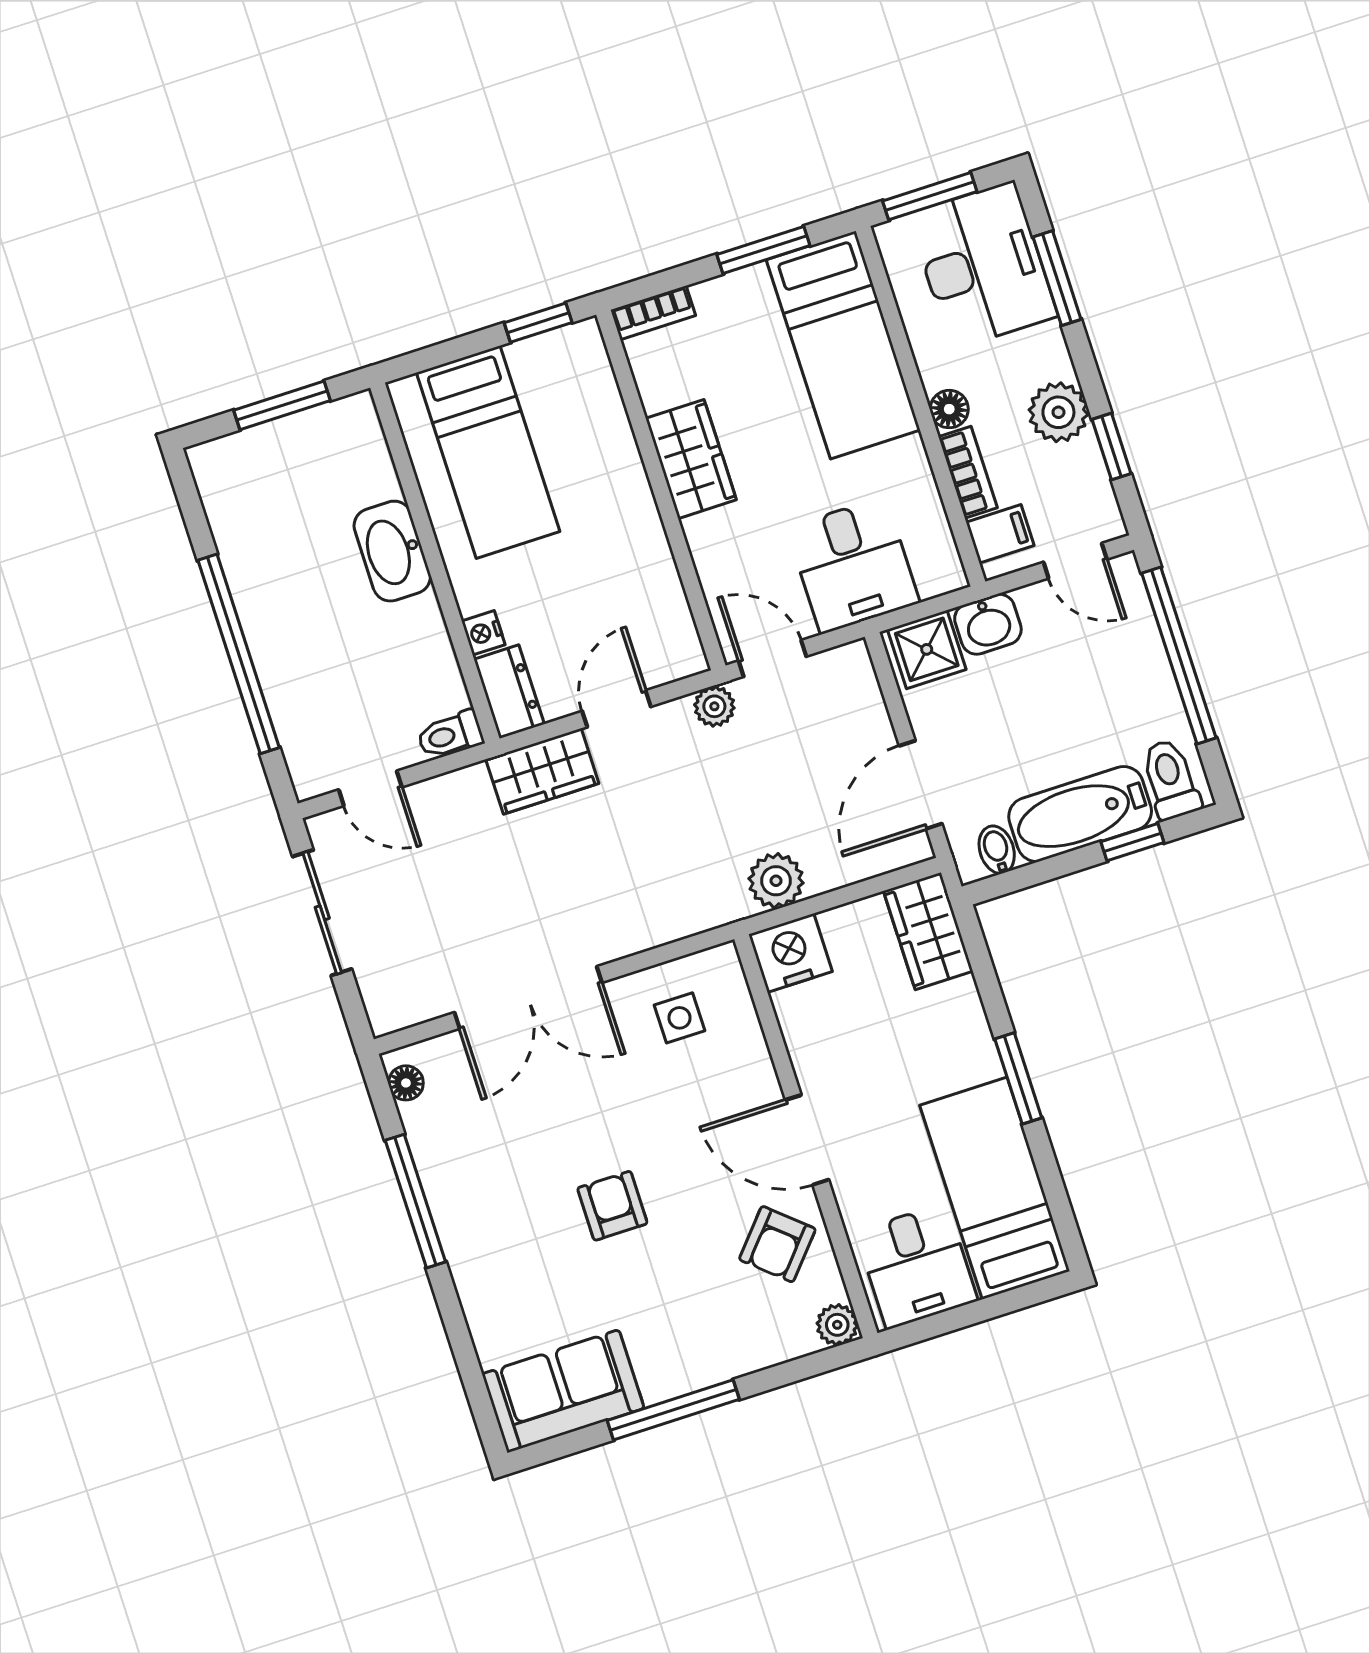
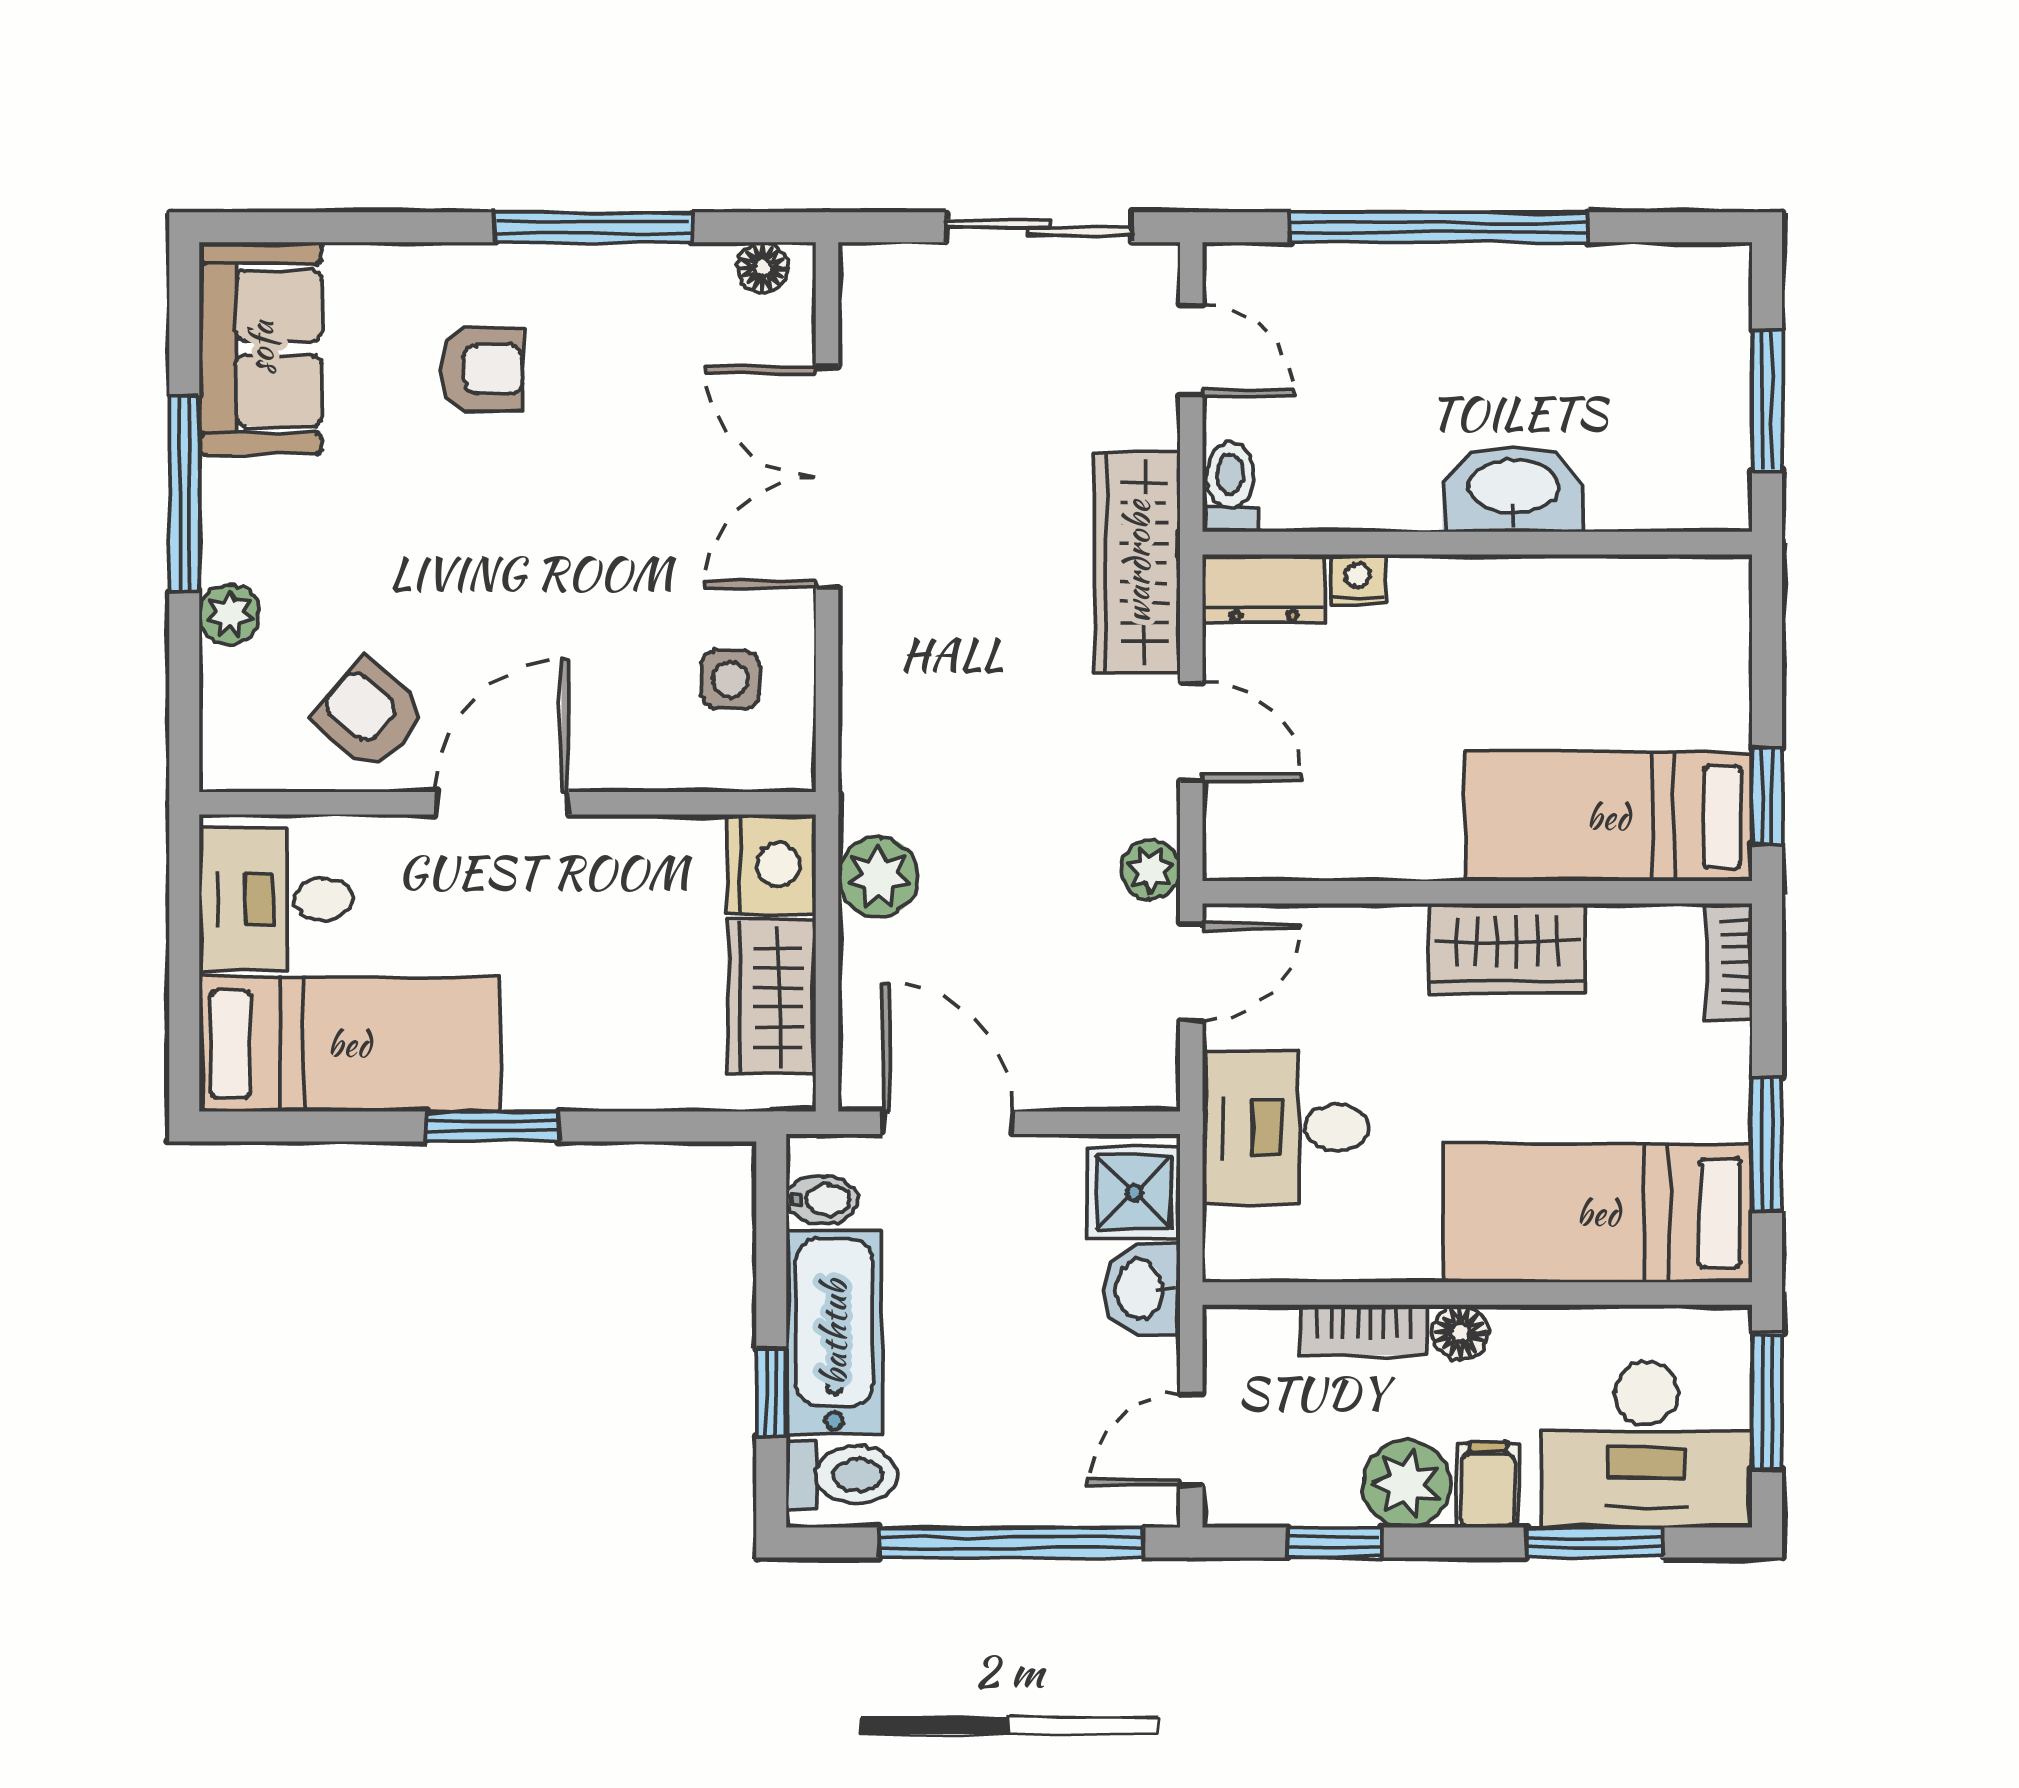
bed: (488, 452) -> (1608, 817), moved
filing cabinet: (1000, 534) -> (1488, 1485), moved, turned 180
wardrobe: (542, 771) -> (1137, 562), width x1.50
door: (370, 788) -> (1191, 351), swing flipped
wardrobe: (928, 931) -> (771, 997), moved, turned -90
armchair: (612, 1206) -> (481, 369), moved
plant: (837, 1325) -> (229, 614), moved

